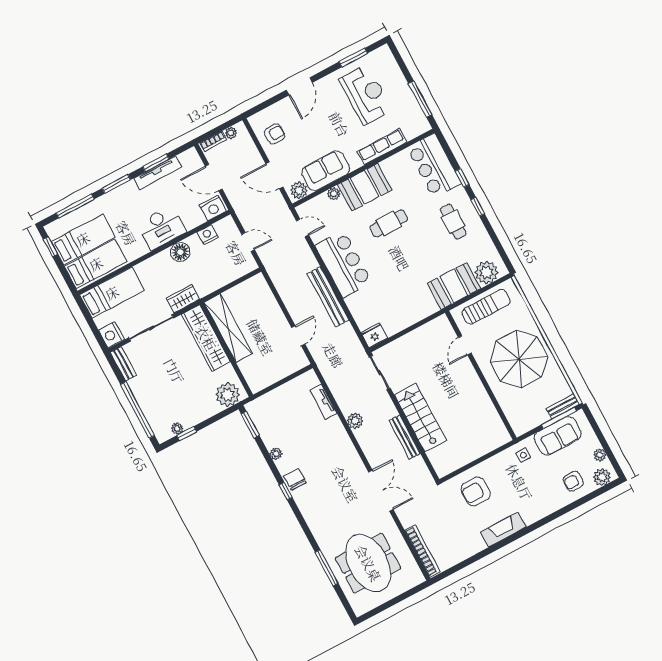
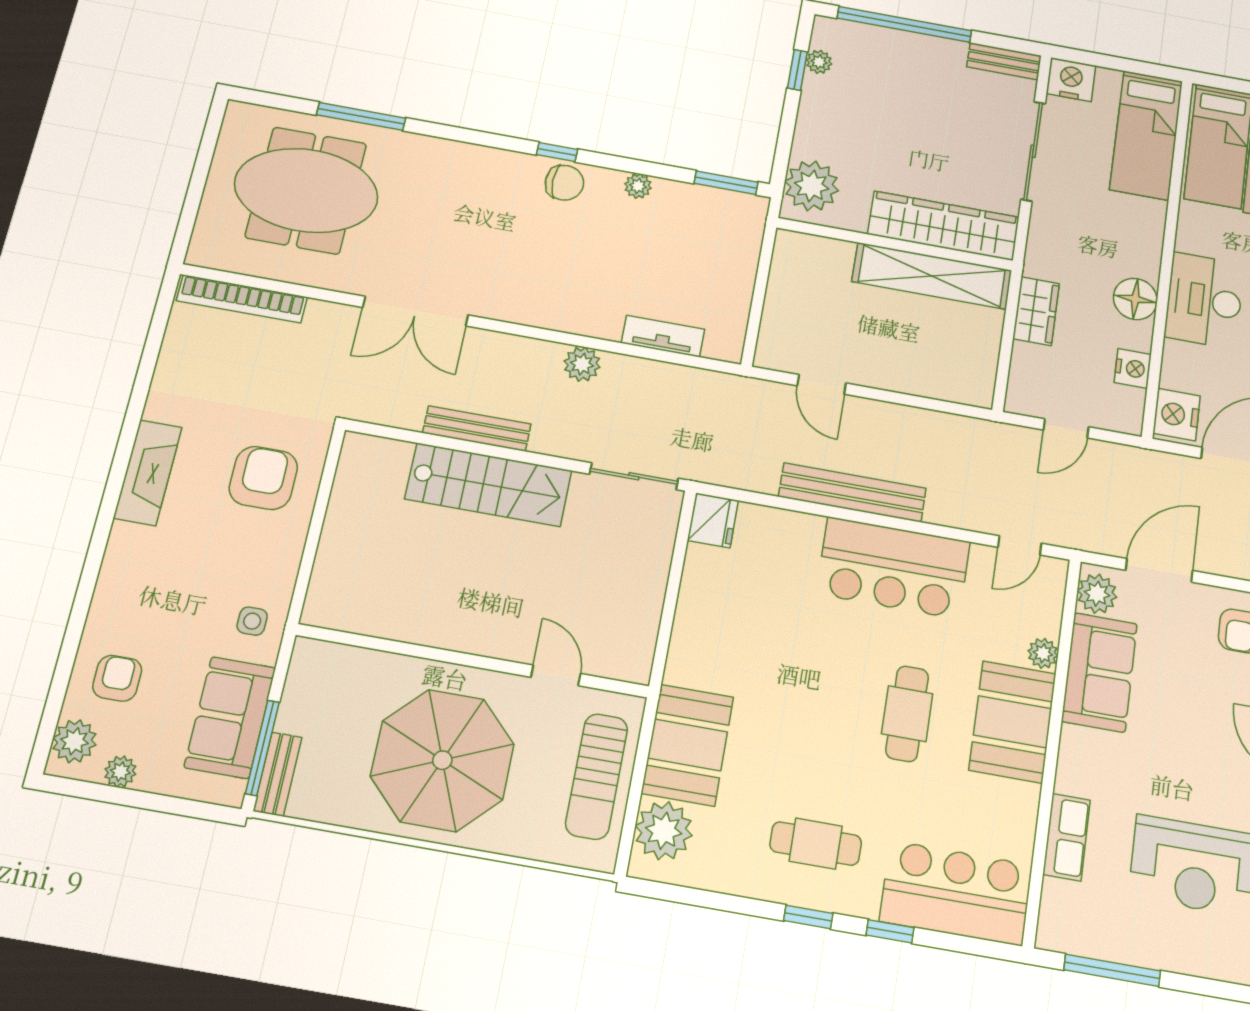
row of seats: (382, 147) -> (1067, 837), width x0.68
wardrobe: (183, 299) -> (1036, 311), moved

